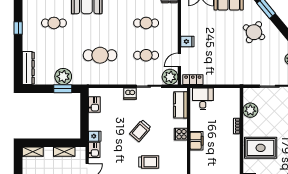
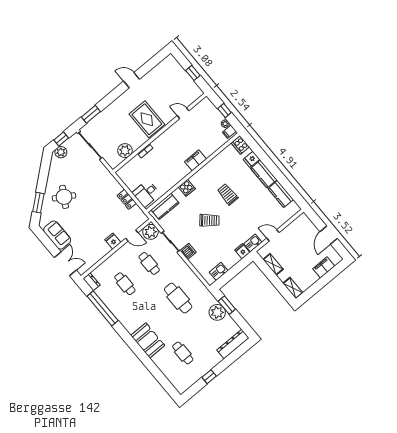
locker: (193, 80) -> (127, 199), moved
filing cabinet: (197, 141) -> (196, 160), moved

